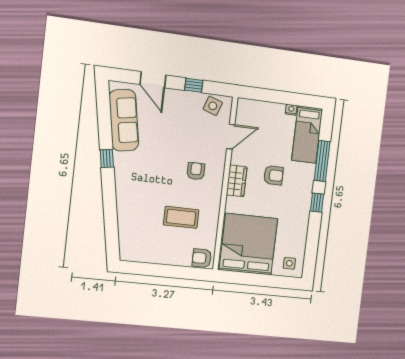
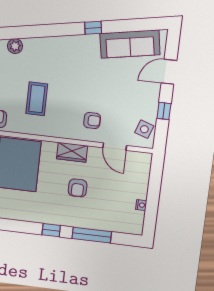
bed: (307, 135) -> (117, 220), removed
armchair: (196, 171) -> (92, 121), moved
plant: (126, 240) -> (15, 46), added

